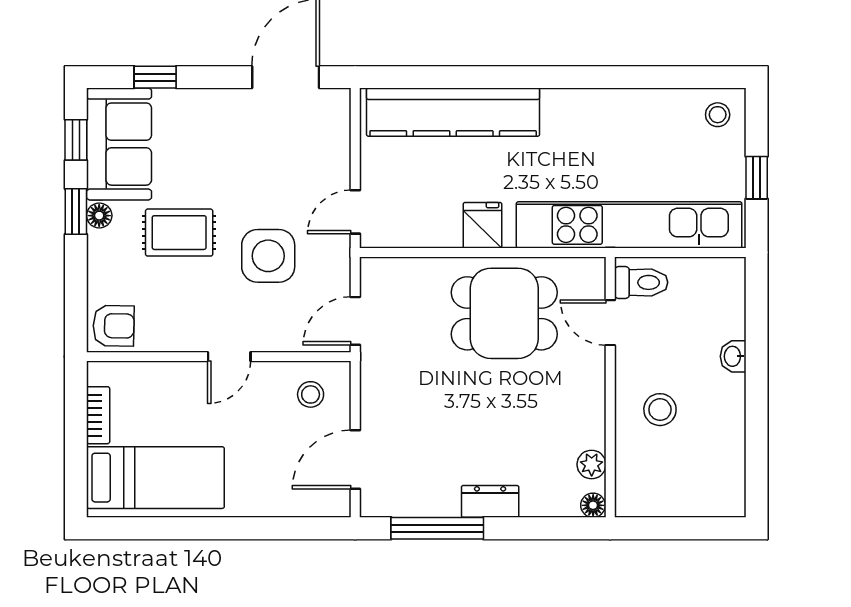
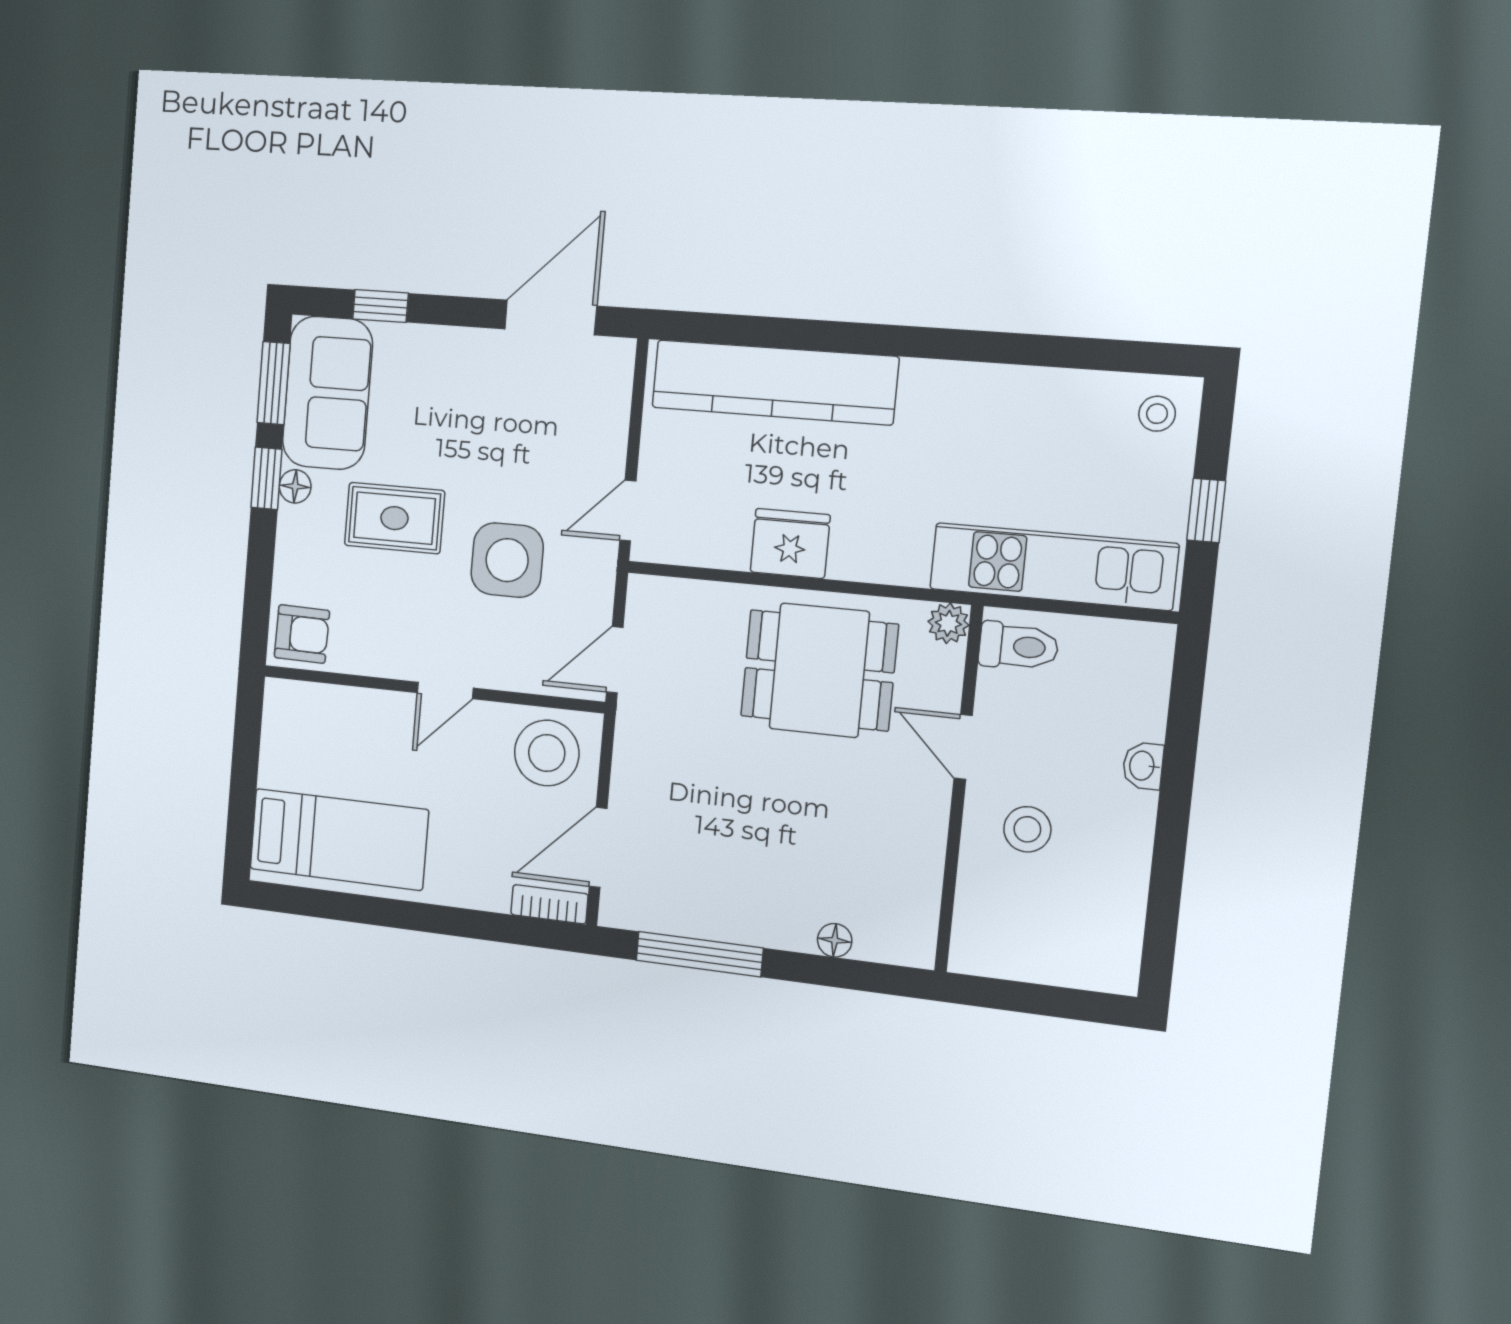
window: (76, 140) -> (274, 383), width x1.50
fridge: (482, 225) -> (790, 543), width x1.38
kitchen unit: (629, 225) -> (1053, 566), width x0.73
door: (610, 323) -> (963, 747), moved
stool: (311, 394) -> (547, 753), width x1.89, depth x1.89
bookcase: (98, 415) -> (549, 904), moved, turned -90
plant: (592, 464) -> (948, 623), moved
dresser: (490, 501) -> (775, 927), removed
floor lamp: (593, 505) -> (835, 940), moved

